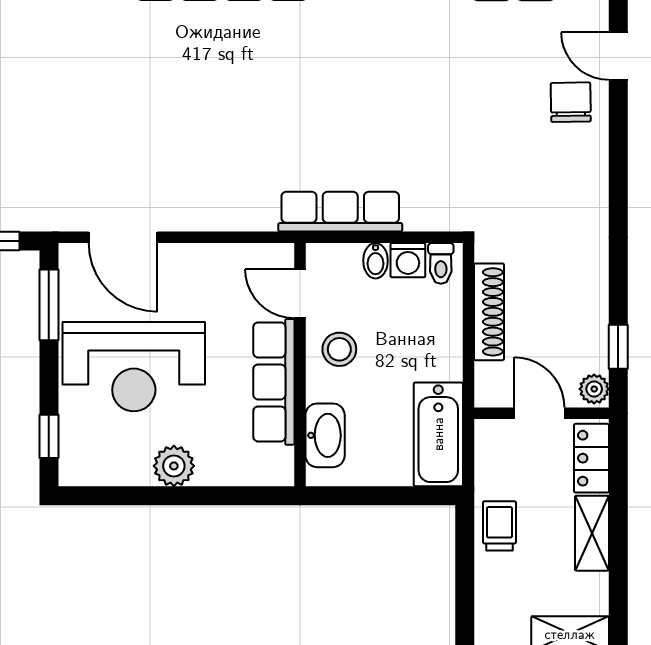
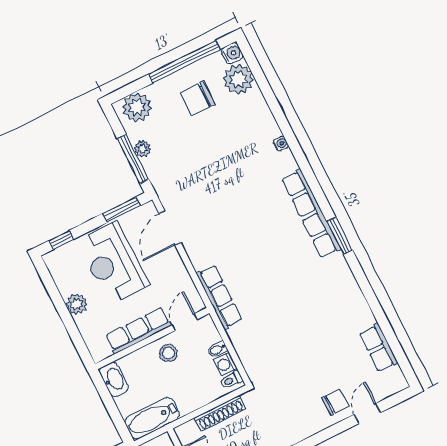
row of seats: (340, 212) -> (219, 297), moved
washbasin: (325, 435) -> (114, 379), moved, turned -90

